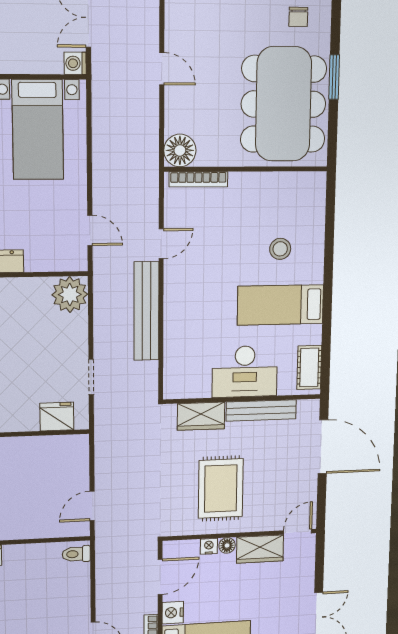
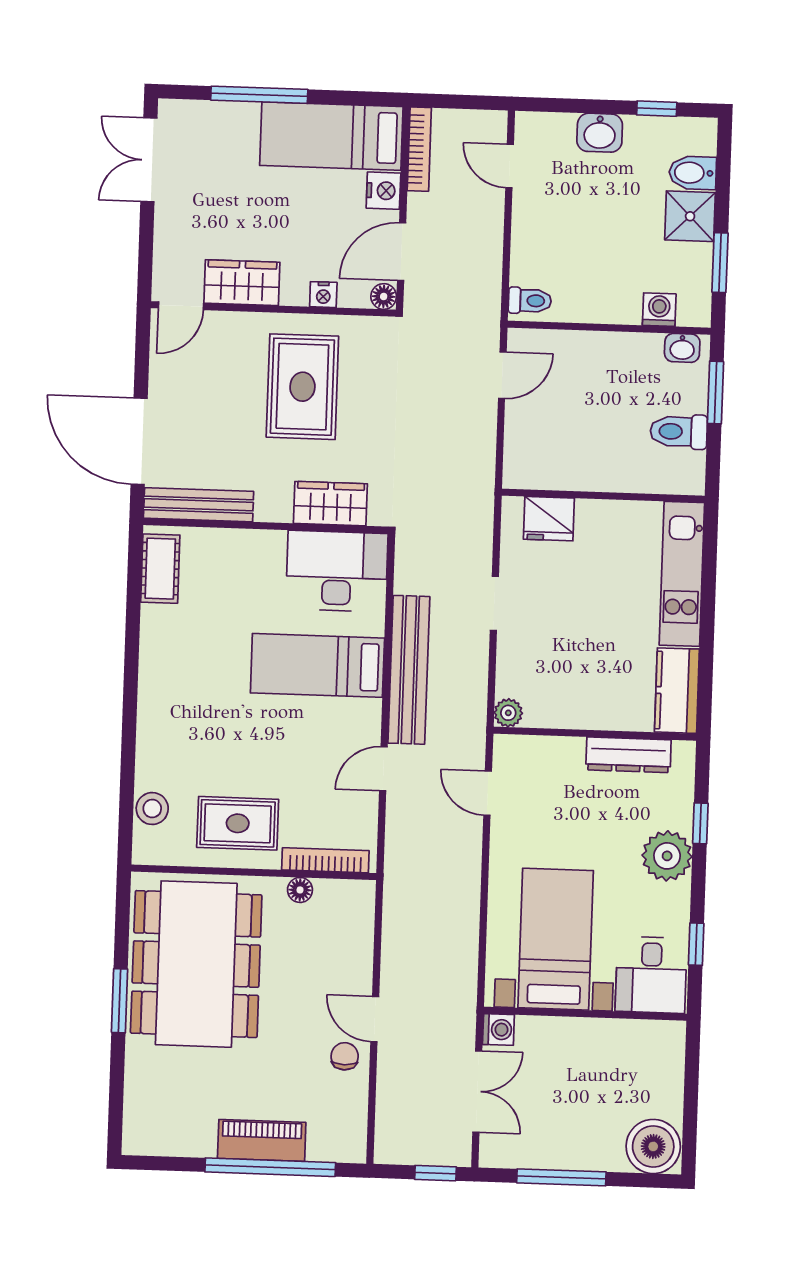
chair: (298, 17) -> (345, 1056), moved
floor lamp: (180, 150) -> (300, 890), moved, width x0.53, depth x0.53
rug: (257, 202) -> (238, 823), added
stool: (280, 249) -> (152, 809), moved
plant: (70, 294) -> (508, 713), width x0.53, depth x0.53
bed: (280, 305) -> (317, 665), moved, turned 180
desk: (245, 372) -> (337, 571), moved
doorway: (91, 377) -> (494, 603), moved
bench: (261, 410) -> (199, 505), moved
floor lamp: (227, 545) -> (384, 296), moved

